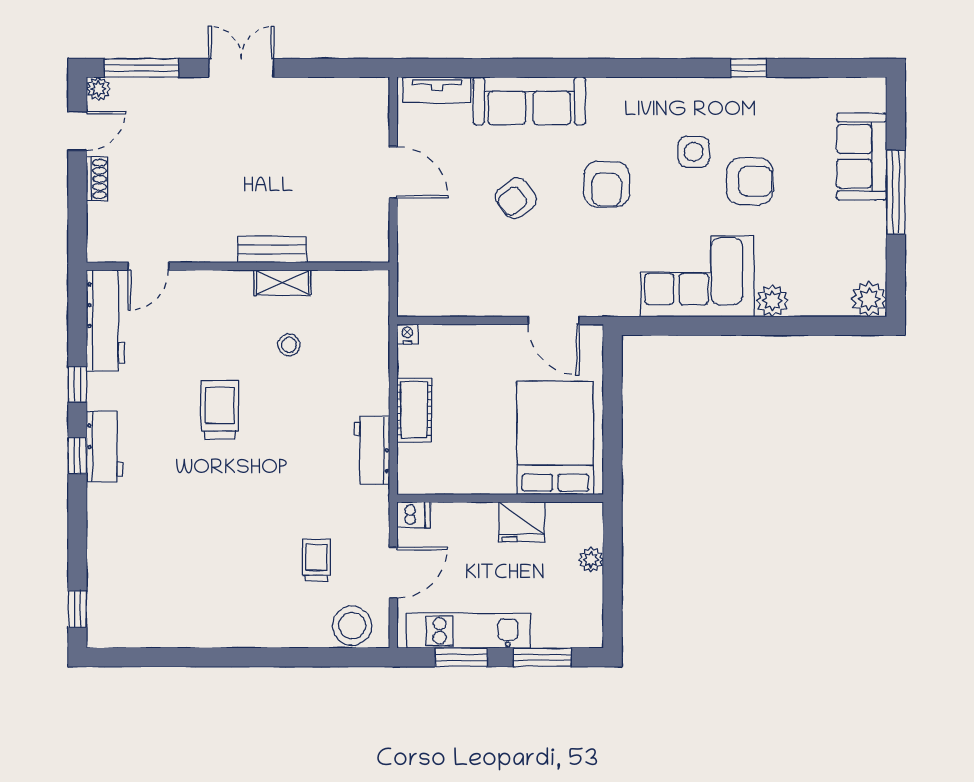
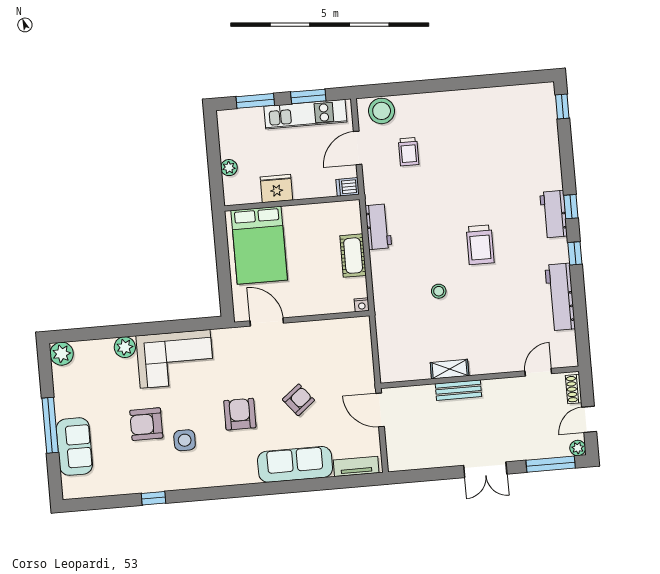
bench: (272, 249) -> (458, 390), moved
door: (148, 266) -> (538, 372), moved
wall: (238, 266) -> (480, 377), moved
shelving: (282, 283) -> (450, 369), moved

